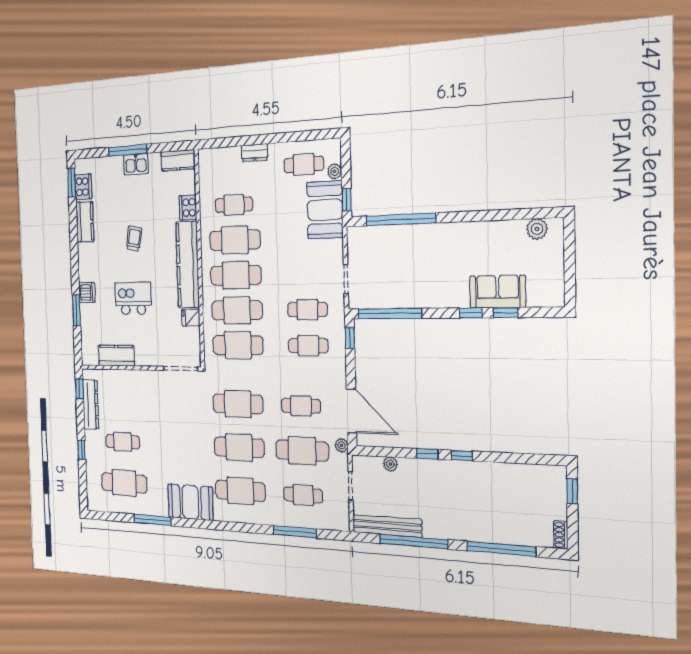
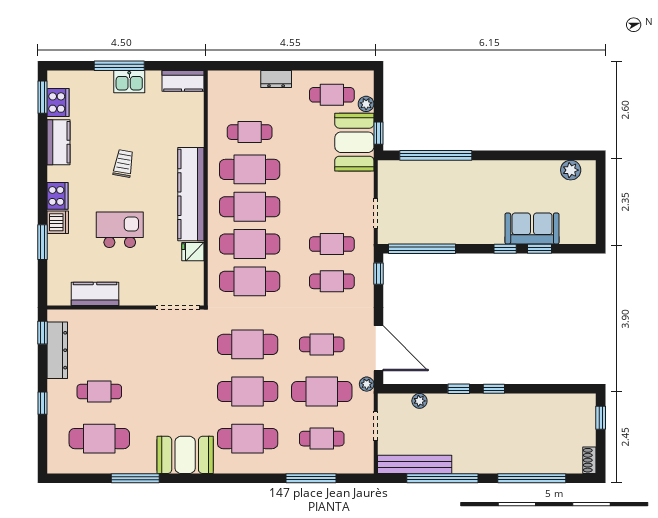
cooker: (188, 208) -> (58, 196), moved, turned 180

